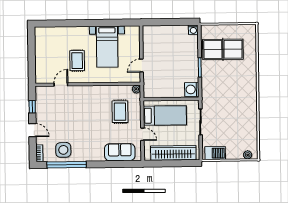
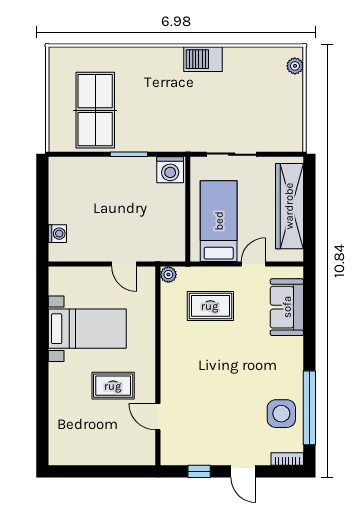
washing machine: (193, 30) -> (57, 234), moved
door: (32, 130) -> (243, 471), swing flipped
barbecue: (215, 153) -> (203, 59), moved, turned -90

